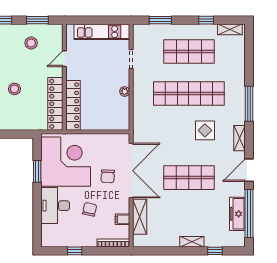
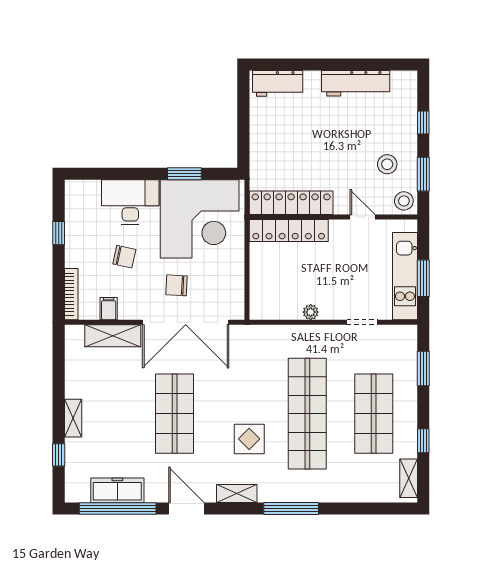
window: (103, 20) -> (423, 278), added
stool: (14, 89) -> (404, 201), moved

